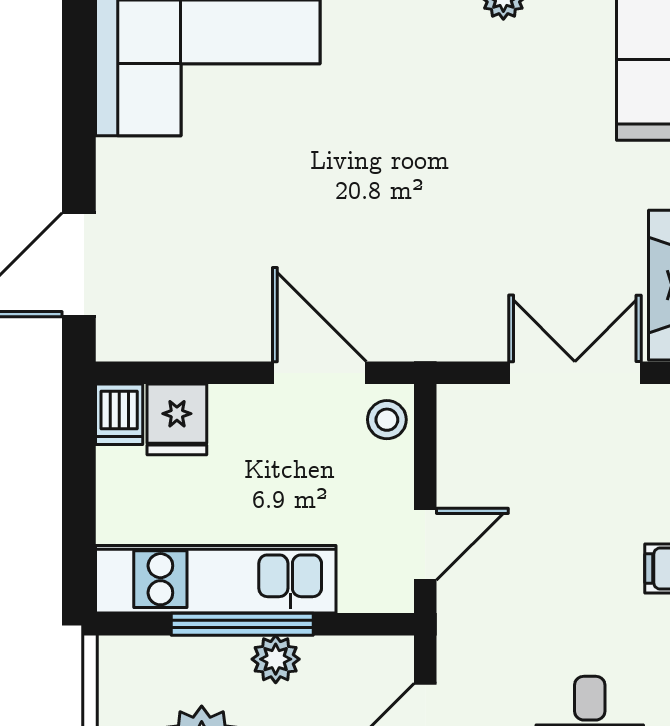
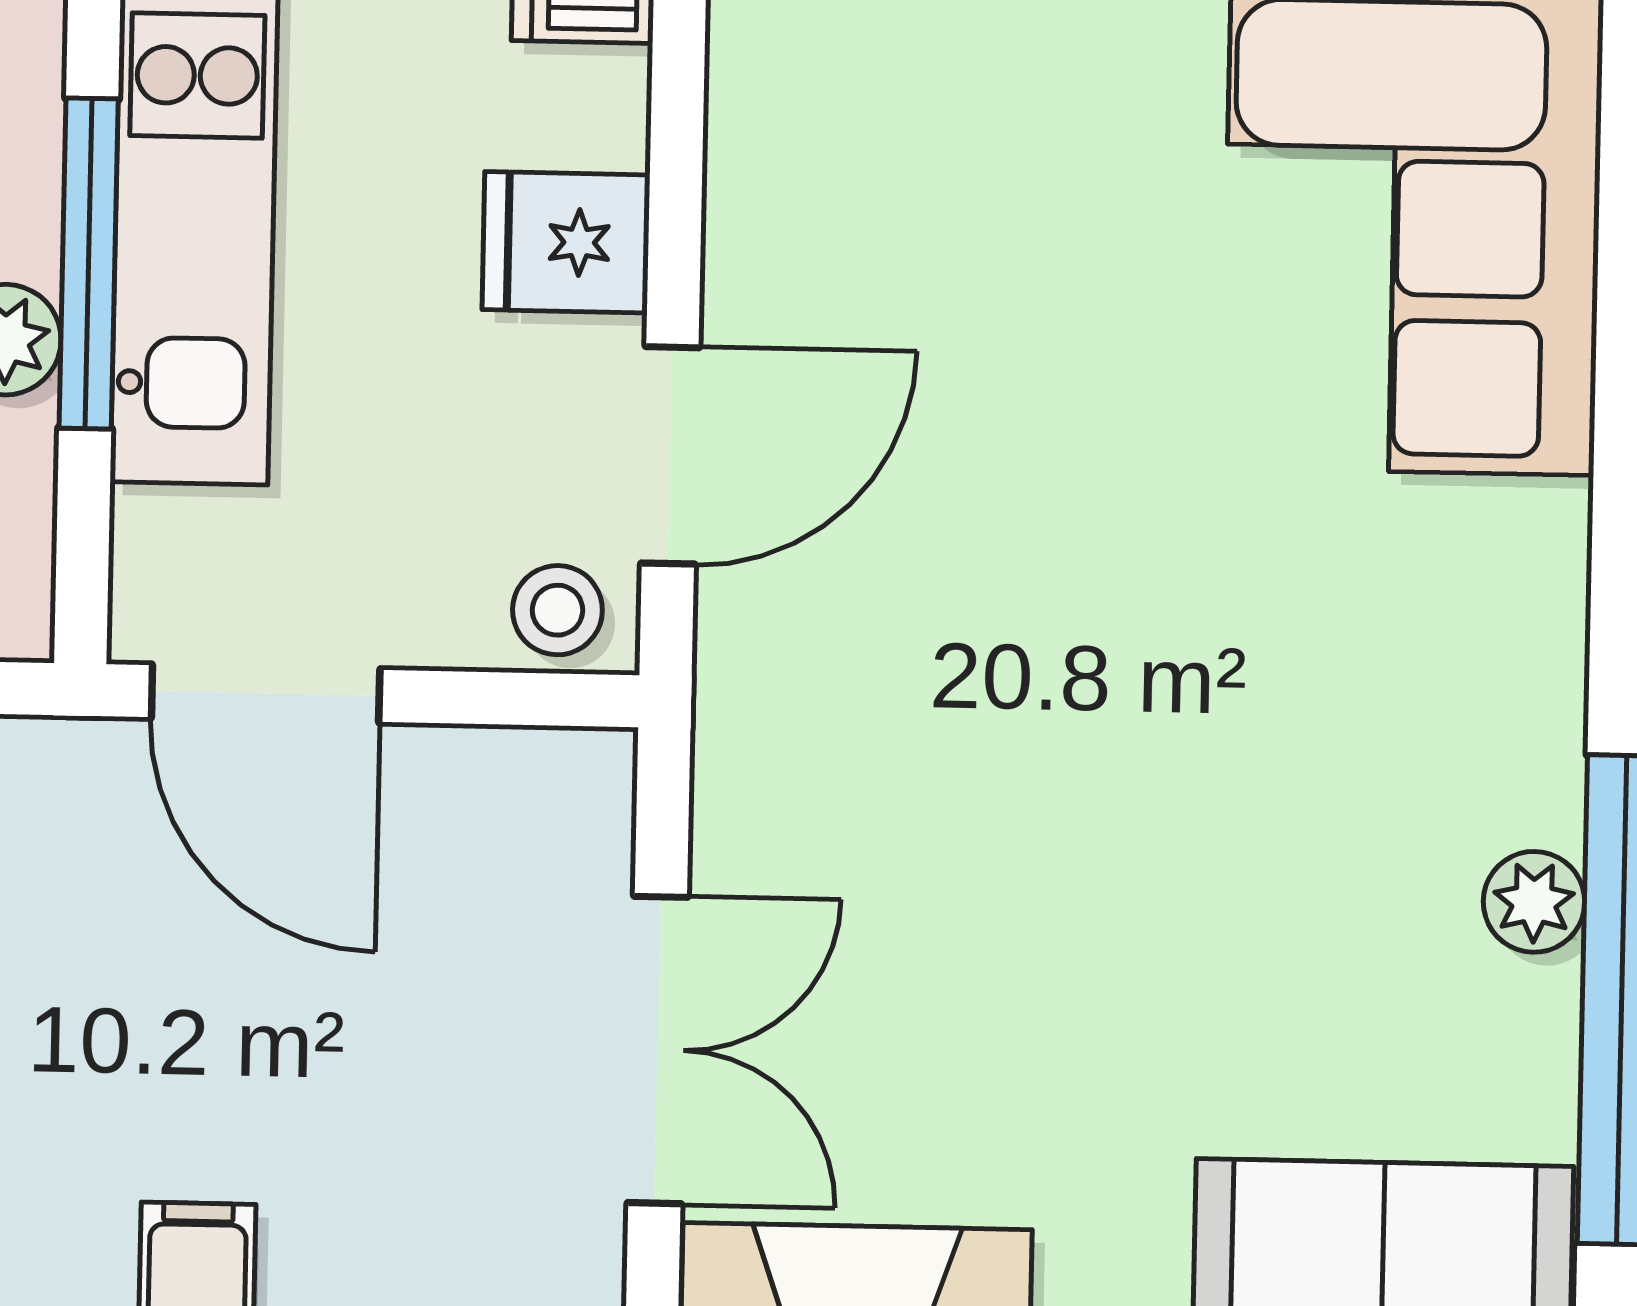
fridge: (177, 419) -> (566, 242), moved
door: (425, 544) -> (266, 694), width x1.38

